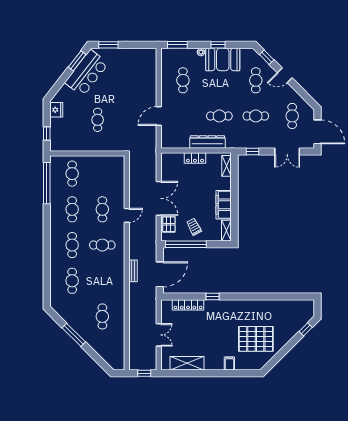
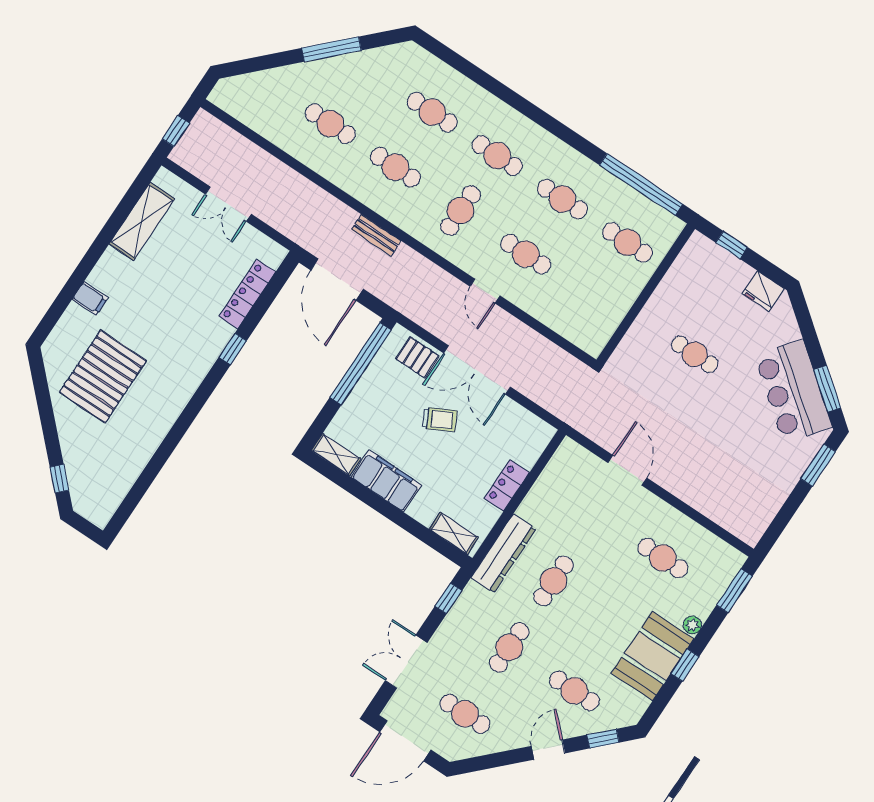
dresser: (207, 142) -> (503, 553), moved
trolley: (194, 227) -> (440, 419), moved
cafe table: (102, 281) -> (395, 167), added

